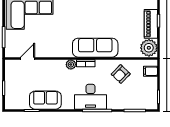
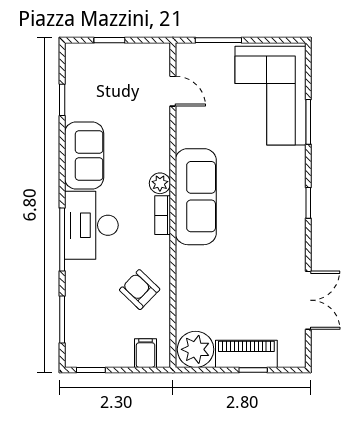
sofa: (95, 48) -> (196, 197), moved
sofa: (45, 100) -> (84, 156), moved

